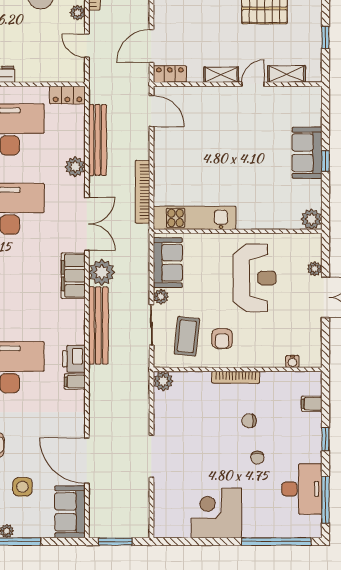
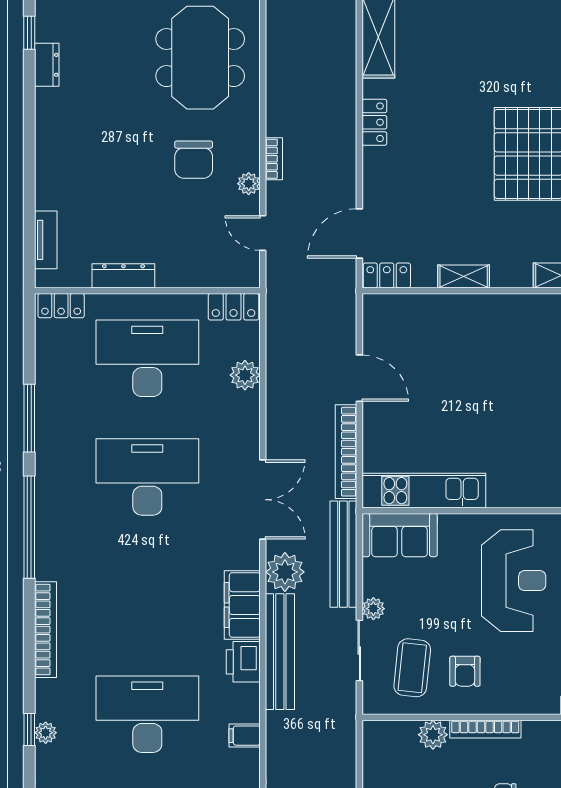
door: (253, 84) -> (511, 291), removed
door: (151, 111) -> (359, 378), moved
bench: (98, 140) -> (343, 554), moved
plant: (75, 167) -> (245, 375), moved
sofa: (168, 263) -> (400, 535), moved, turned 90
filing cabinet: (73, 276) -> (242, 605), moved
printer: (74, 359) -> (243, 662), moved
plant: (163, 381) -> (433, 735), moved

